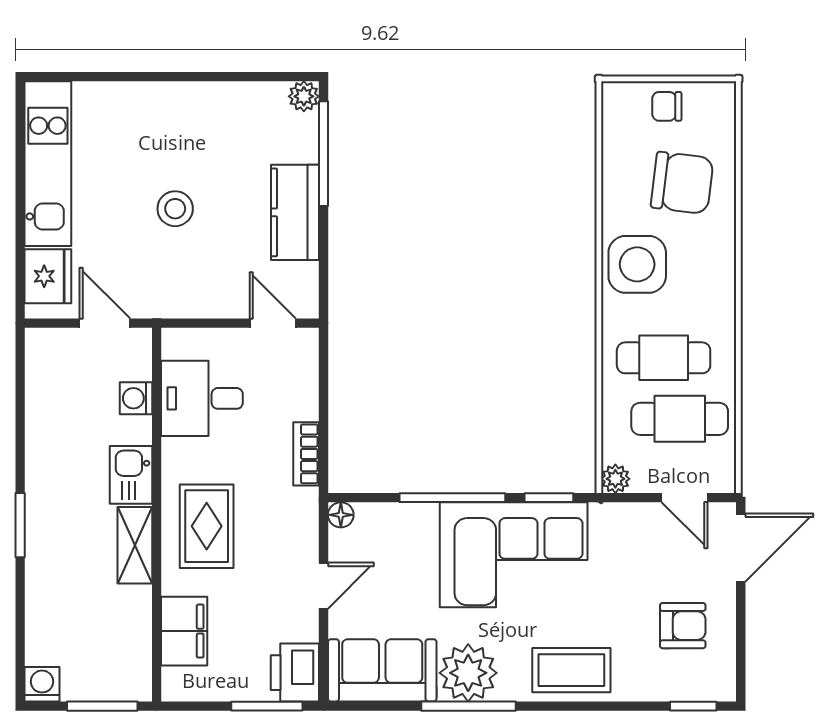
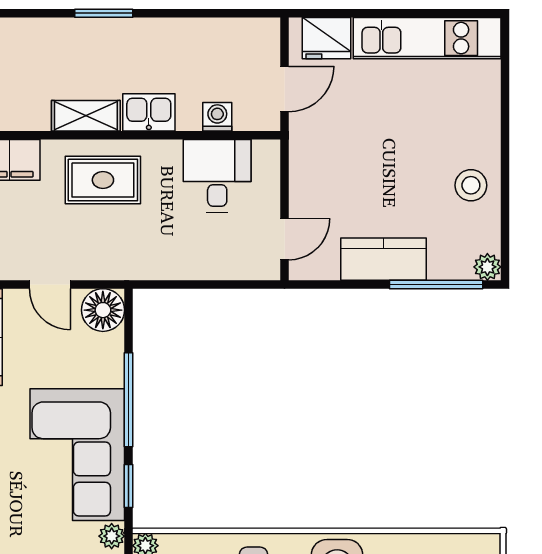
stool: (175, 209) -> (471, 185), moved
bookcase: (306, 454) -> (168, 269), removed
floor lamp: (341, 515) -> (103, 310), width x1.89, depth x1.89
plant: (605, 516) -> (112, 536), added

